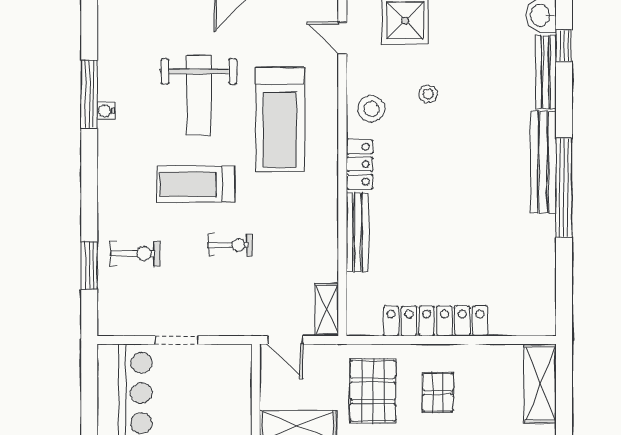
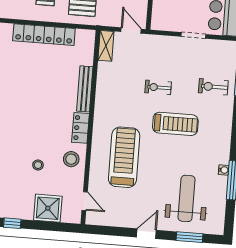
weight bench: (199, 96) -> (187, 198), moved

